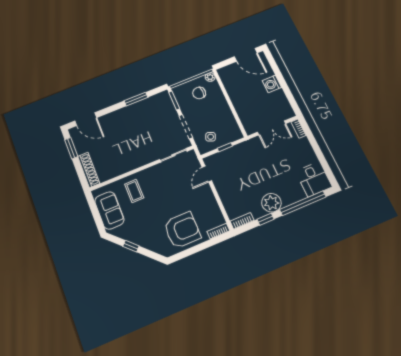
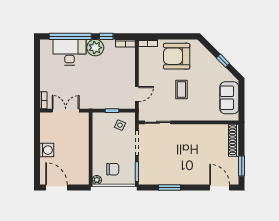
desk: (314, 179) -> (70, 52), moved, width x1.37
coffee table: (134, 191) -> (181, 90), moved

